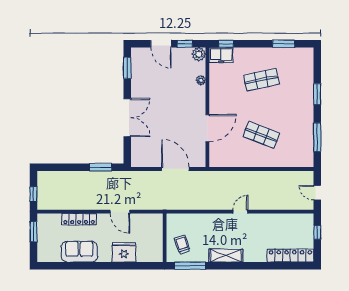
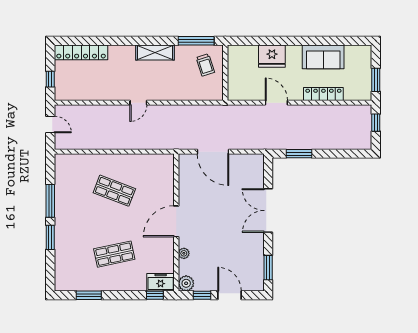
door: (207, 128) -> (176, 221), moved
window: (317, 137) -> (50, 201), moved

